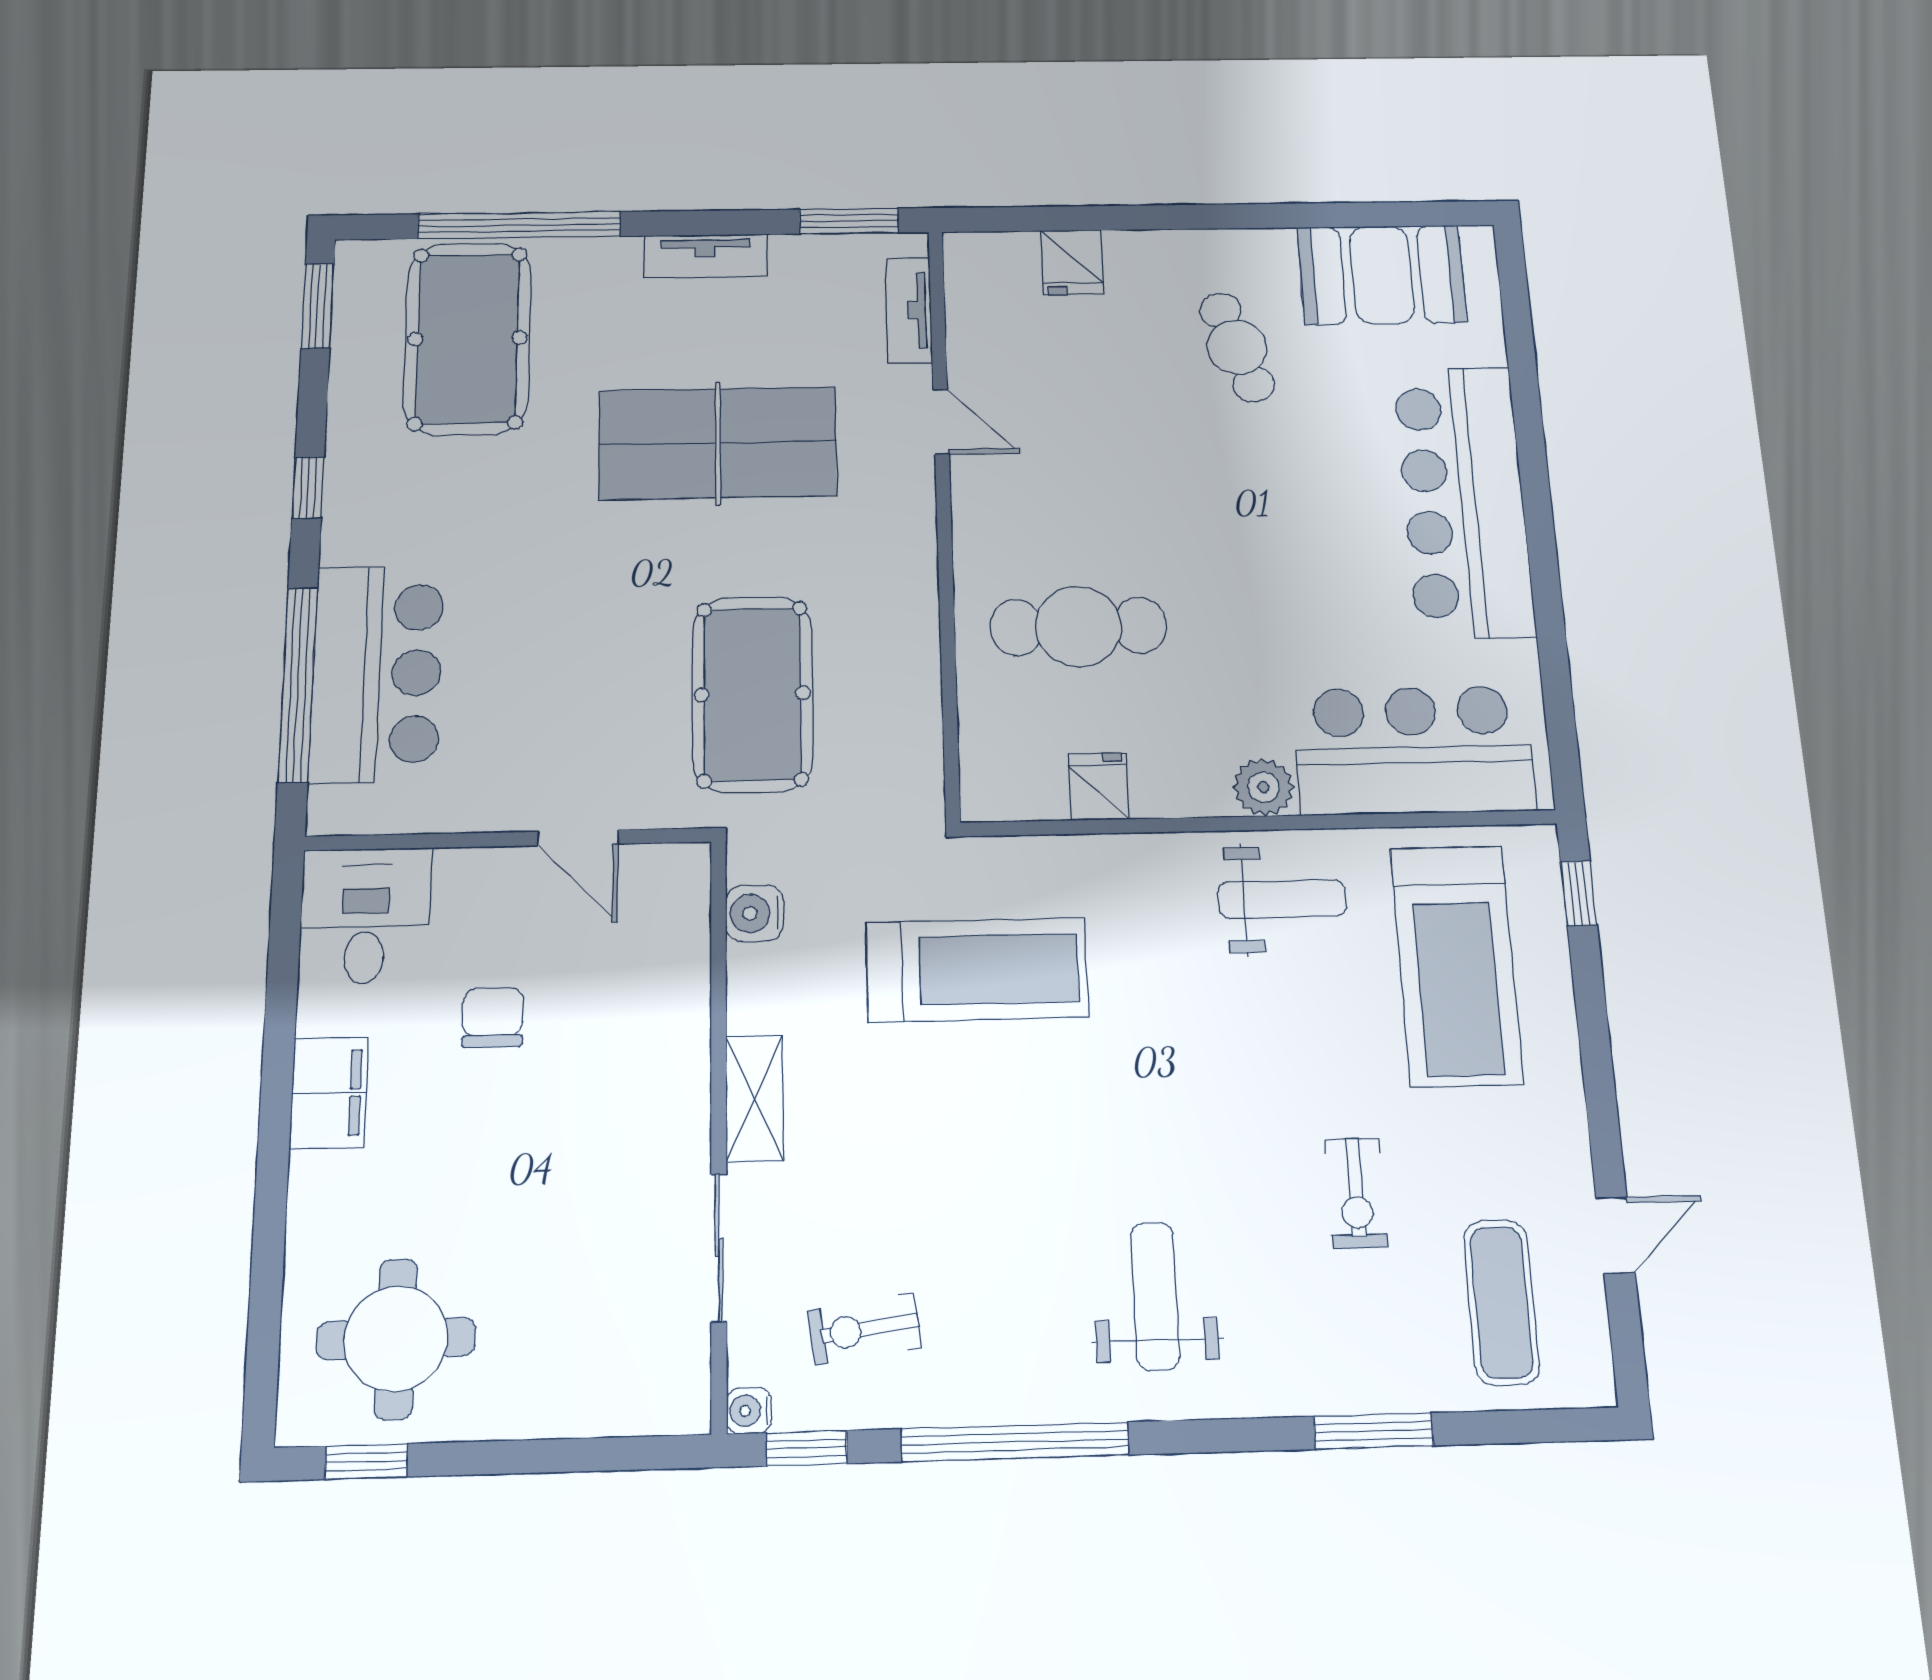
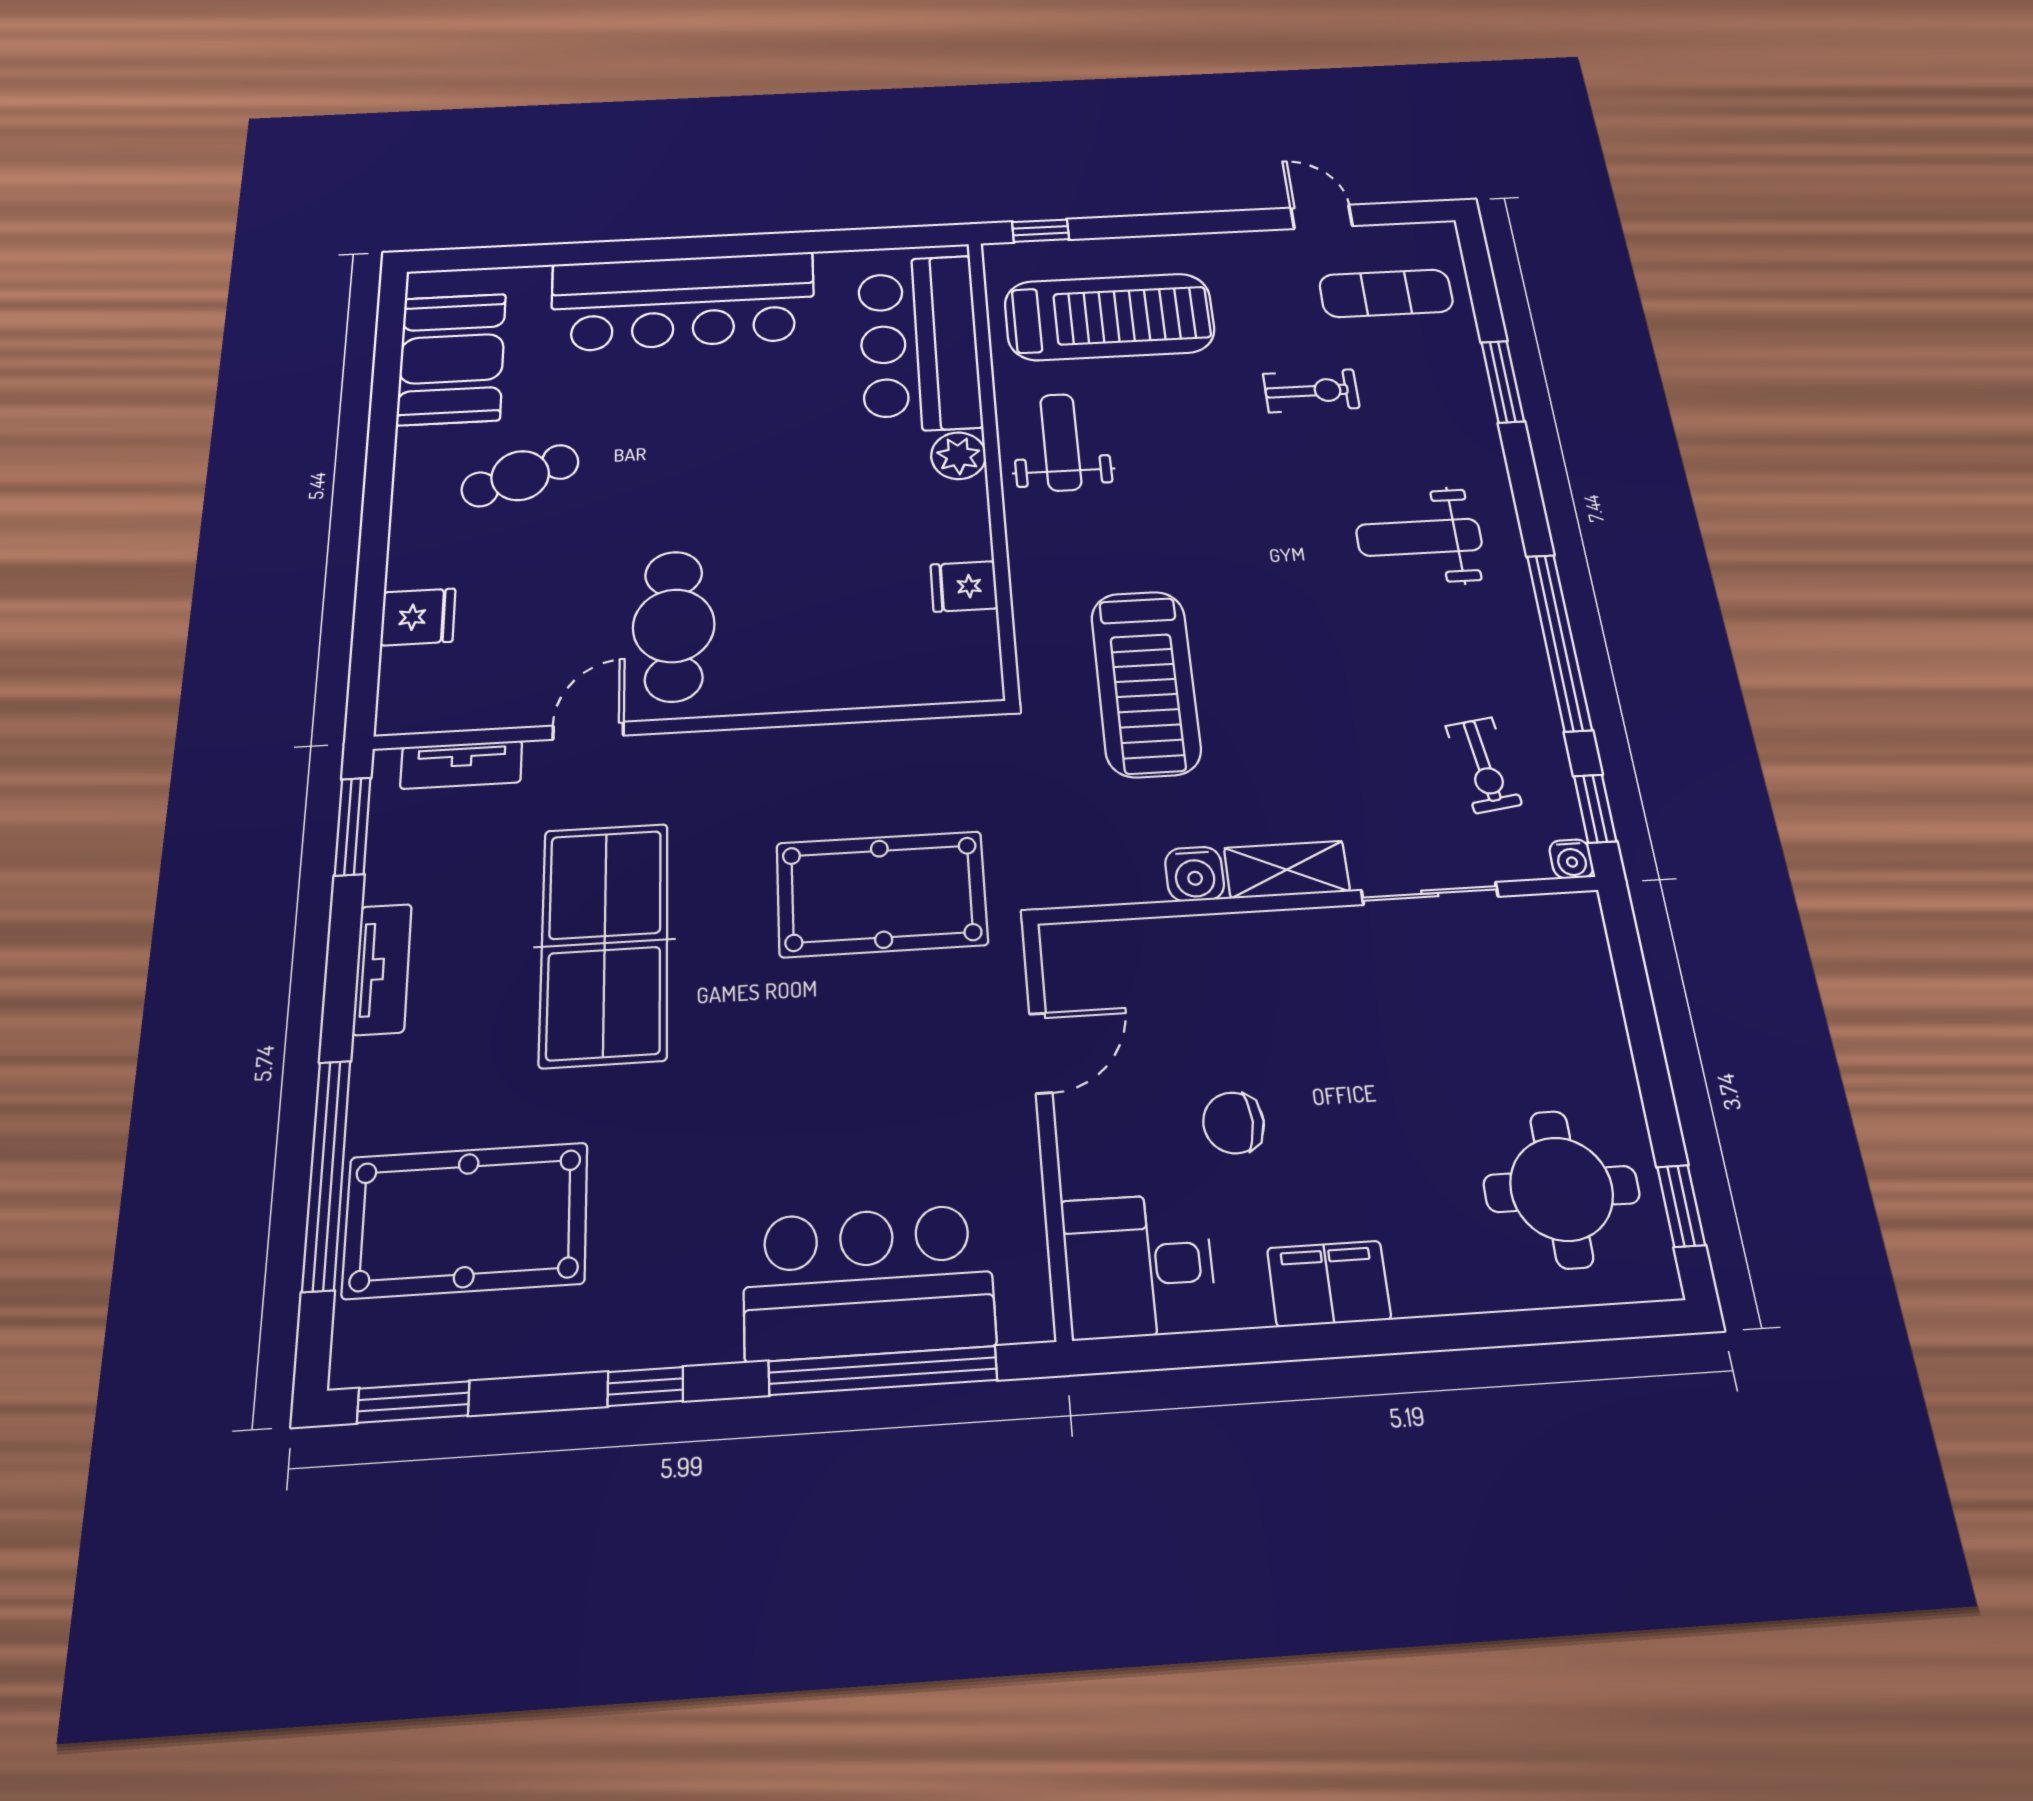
cafe table: (1078, 626) -> (674, 626), moved
water cooler: (755, 913) -> (1195, 874), moved
treadmill: (977, 970) -> (1146, 683), turned 180

